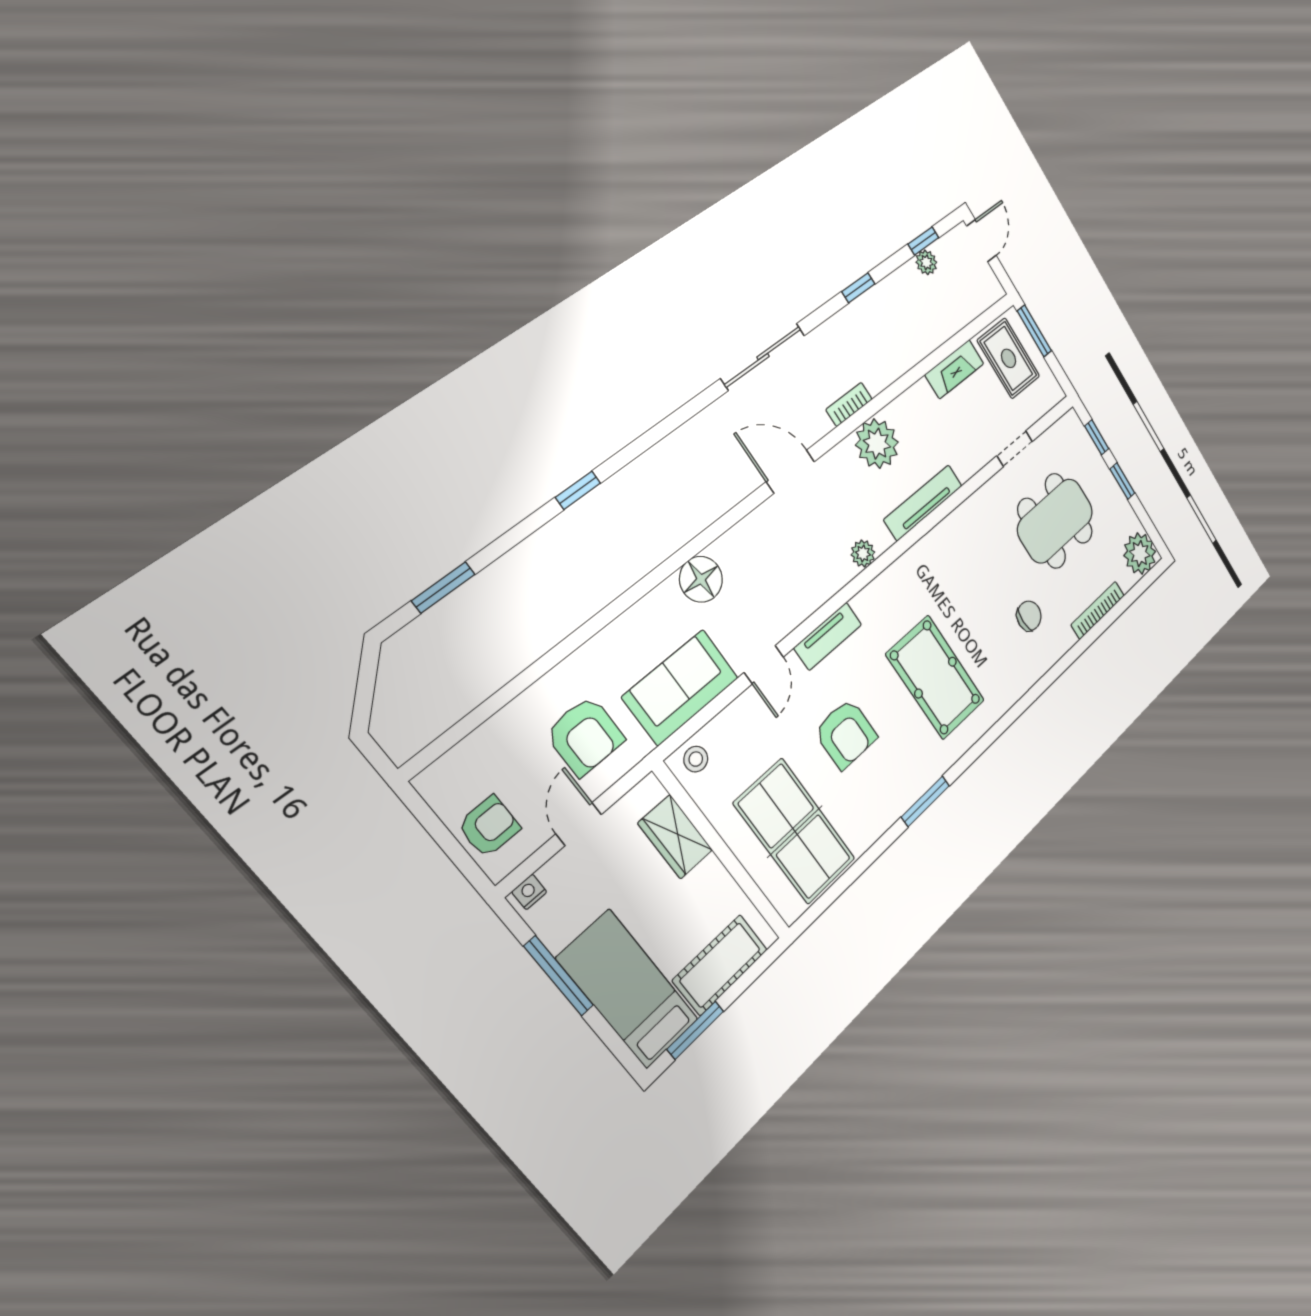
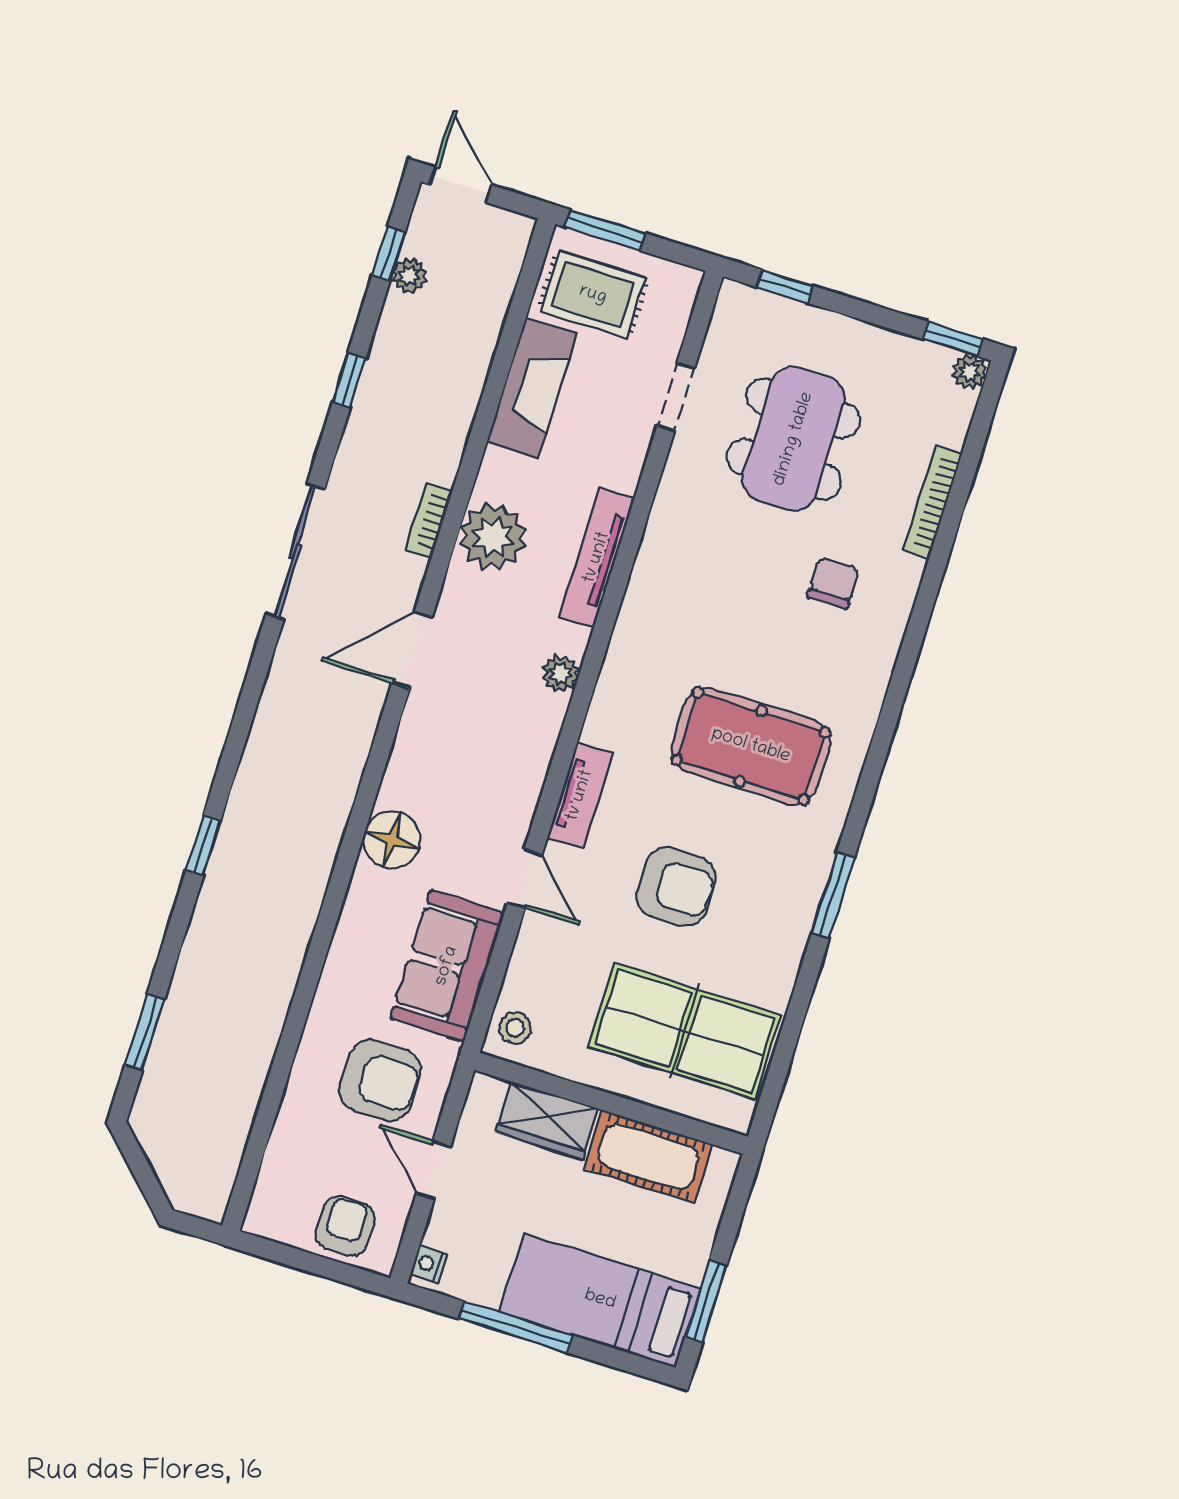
fireplace: (954, 369) -> (532, 388), width x1.37, depth x1.32
window: (1122, 481) -> (953, 339), moved
plant: (1140, 554) -> (970, 372), width x0.53, depth x0.53
cot: (720, 965) -> (648, 1156), moved, turned 90

